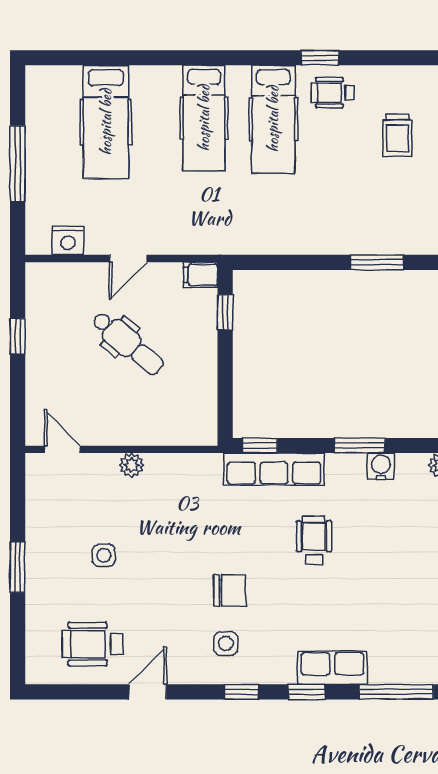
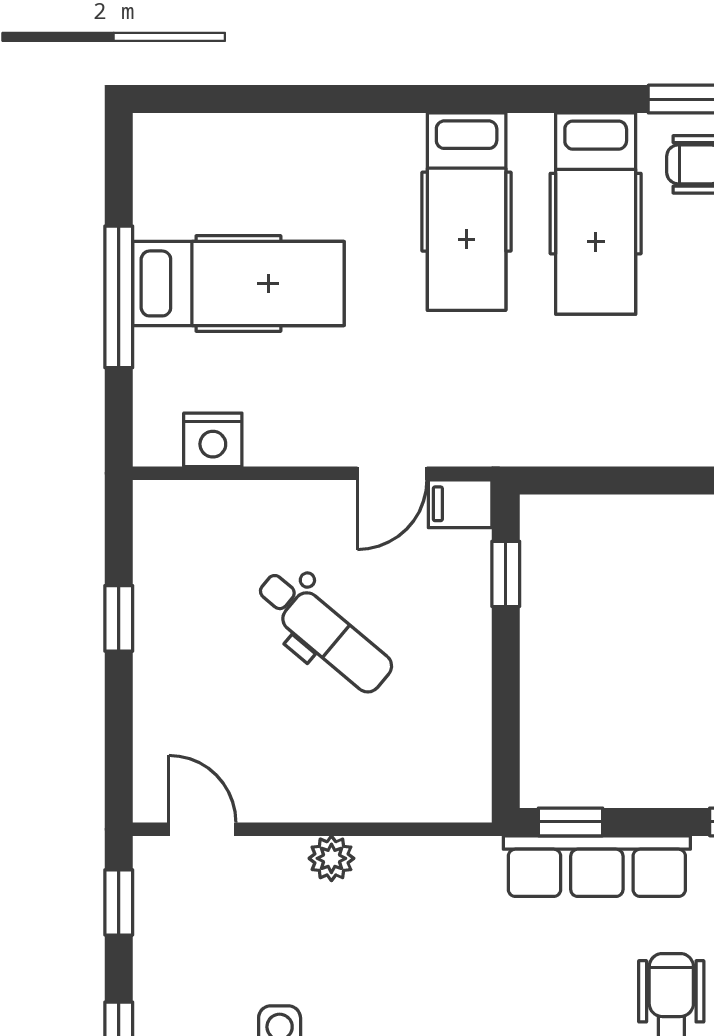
hospital bed: (106, 122) -> (238, 283), moved, turned -90
door: (128, 258) -> (392, 473), moved
window: (18, 489) -> (119, 902), added

